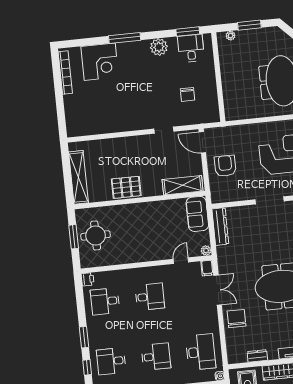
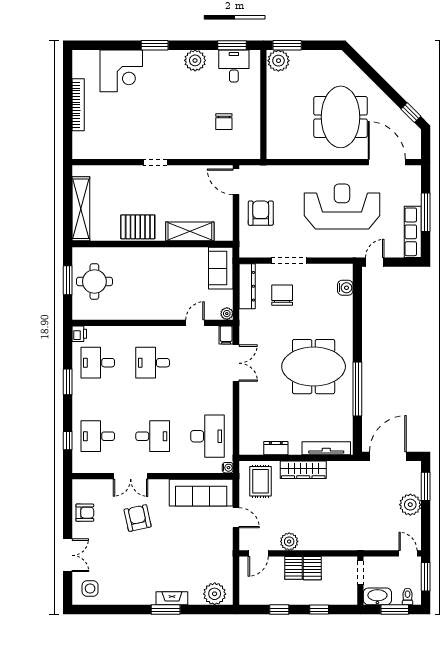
window: (249, 25) -> (287, 45), moved
plant: (231, 36) -> (278, 61), width x1.88, depth x1.88
window: (125, 38) -> (155, 45), width x0.69
bookcase: (65, 73) -> (78, 105), moved
doorway: (164, 130) -> (155, 162), moved
shelving: (183, 185) -> (190, 231), moved
doorway: (270, 200) -> (289, 261), moved
desk: (150, 297) -> (153, 363), turned 180
chair: (237, 319) -> (282, 295), moved
window: (84, 337) -> (68, 382), moved

